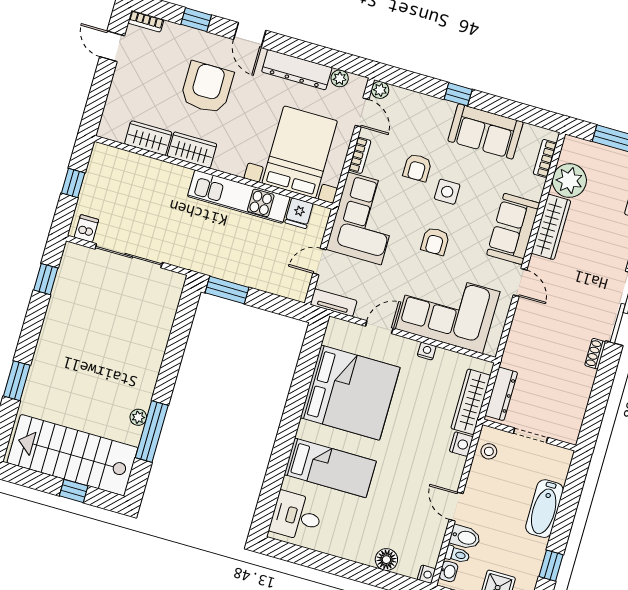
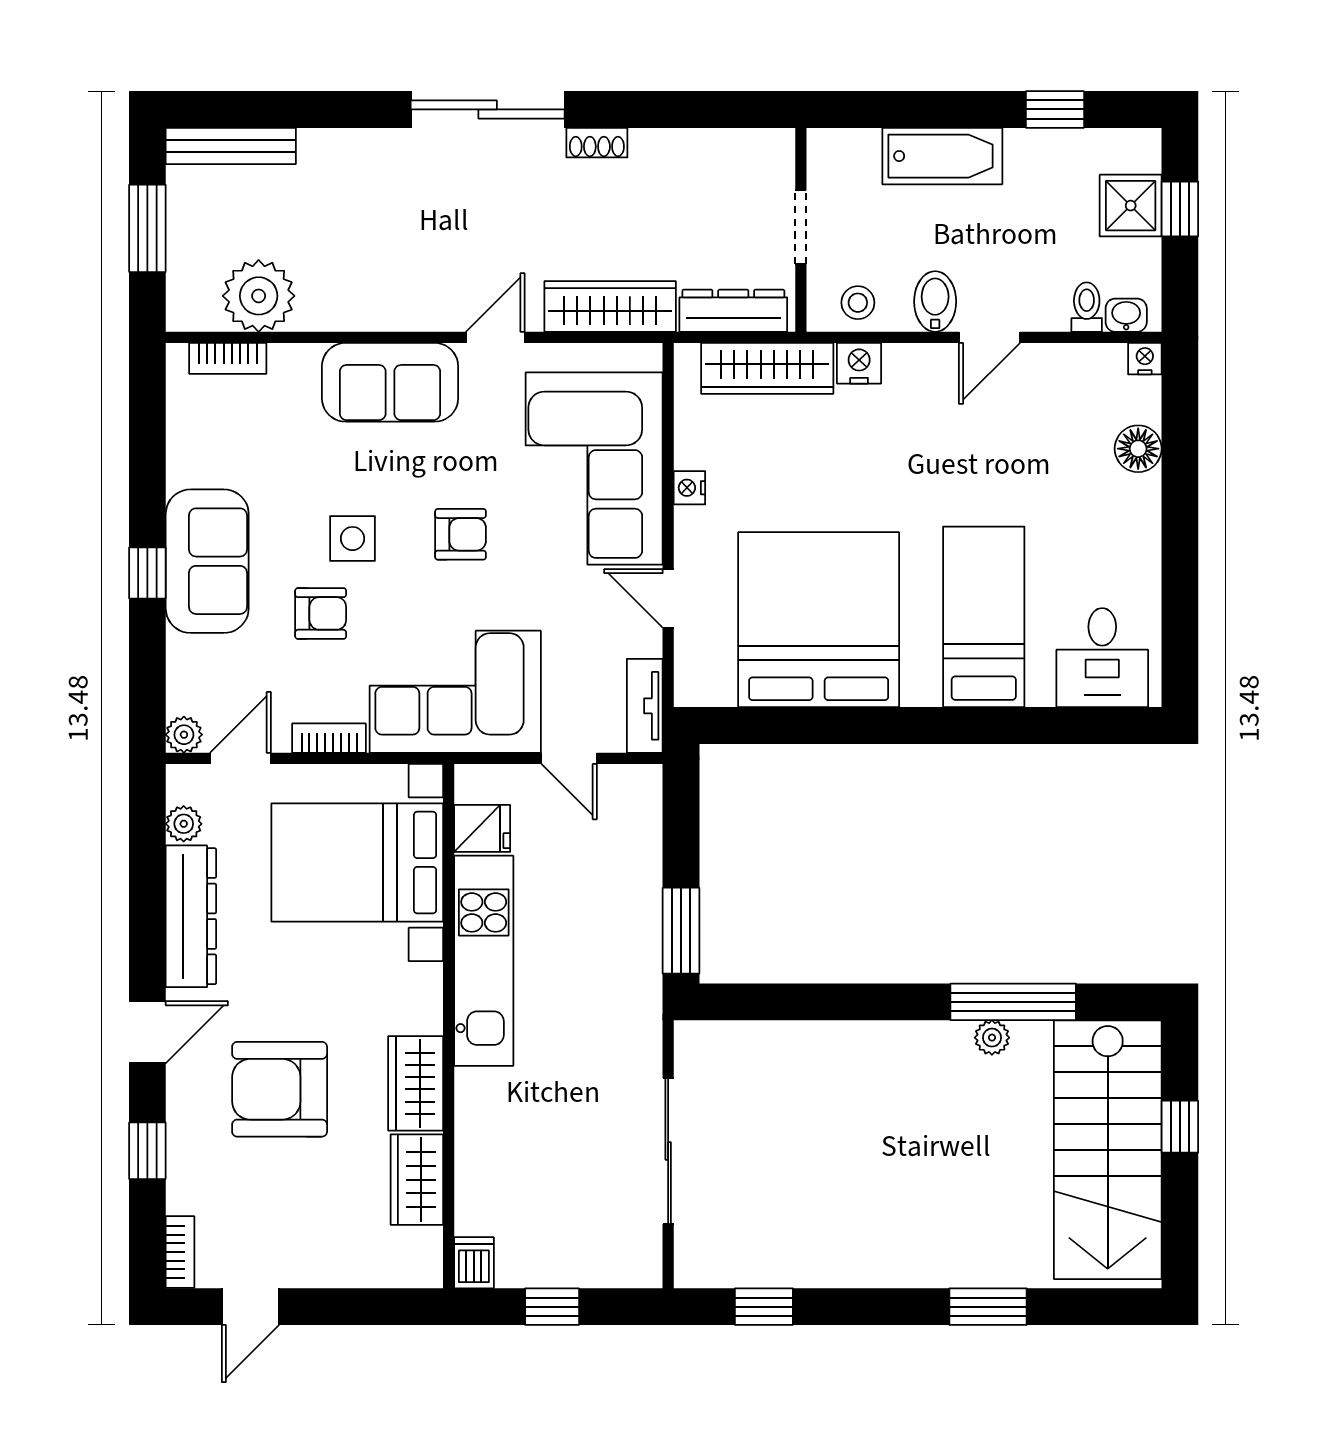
sofa: (485, 131) -> (207, 561), moved
wardrobe: (551, 227) -> (610, 306), moved
dishwasher: (86, 228) -> (474, 1263), moved, turned 90
bidet: (465, 537) -> (935, 302), moved

